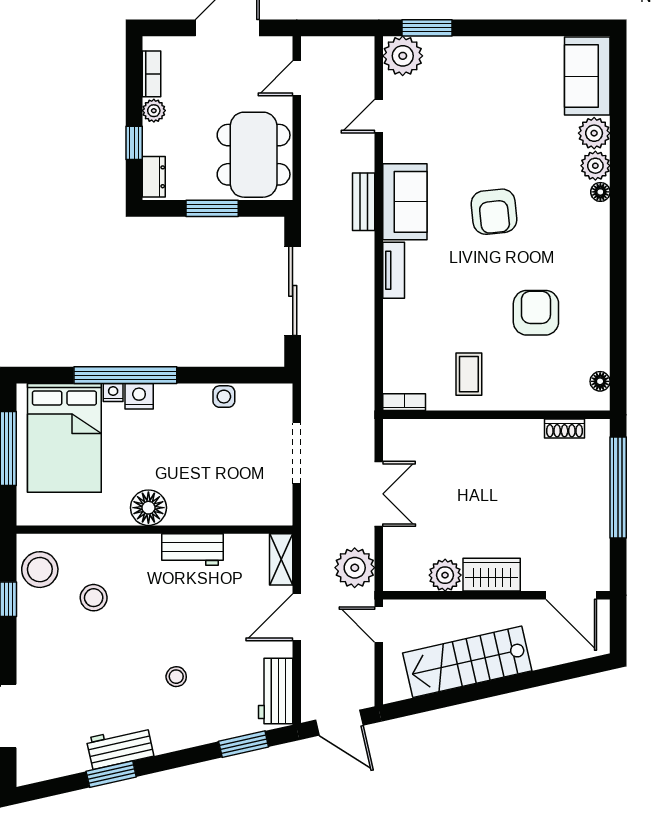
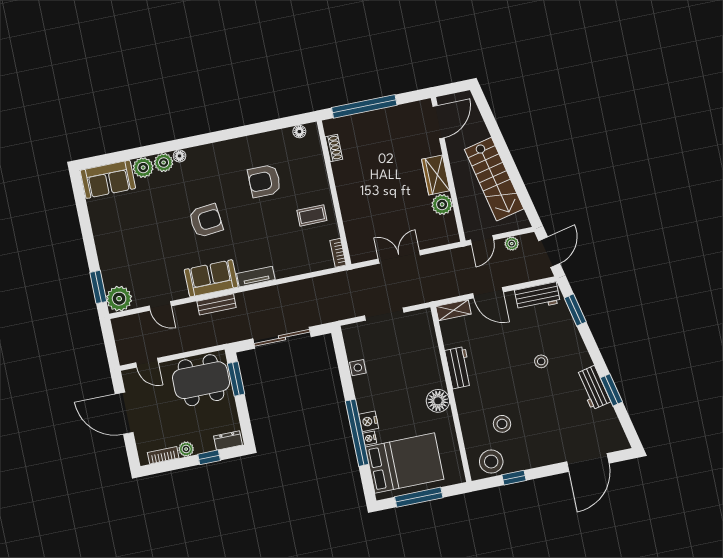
window: (212, 208) -> (236, 379), moved
plant: (355, 568) -> (512, 244), moved, width x0.53, depth x0.53

